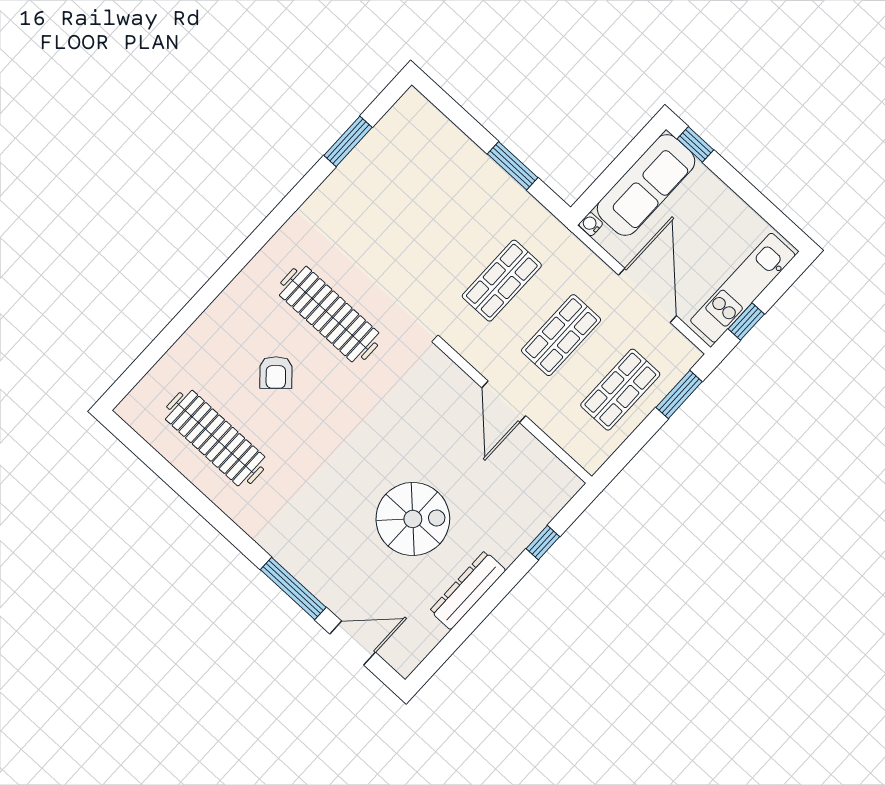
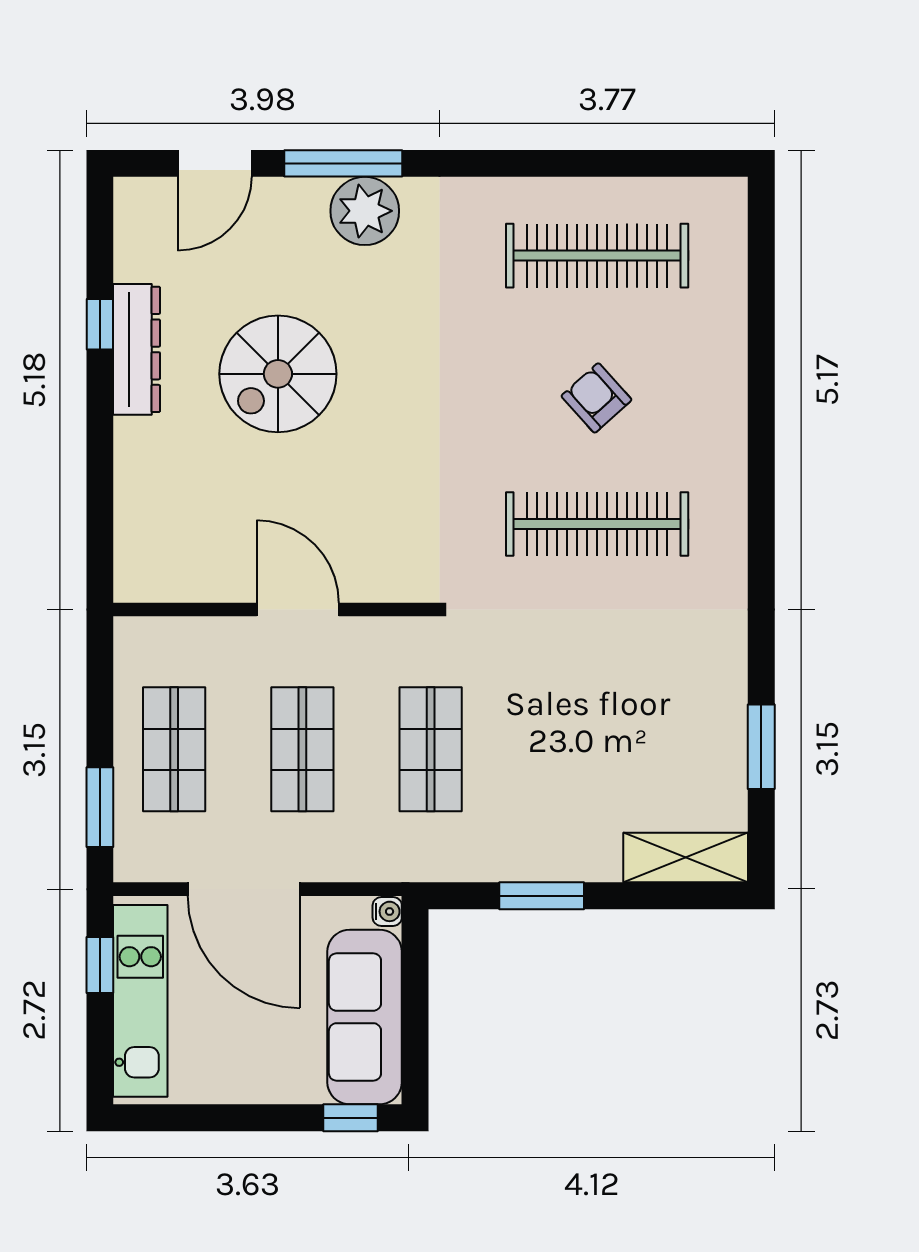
shelving: (430, 122) -> (686, 858), added
window: (543, 543) -> (100, 324), moved
plant: (303, 557) -> (365, 211), added

